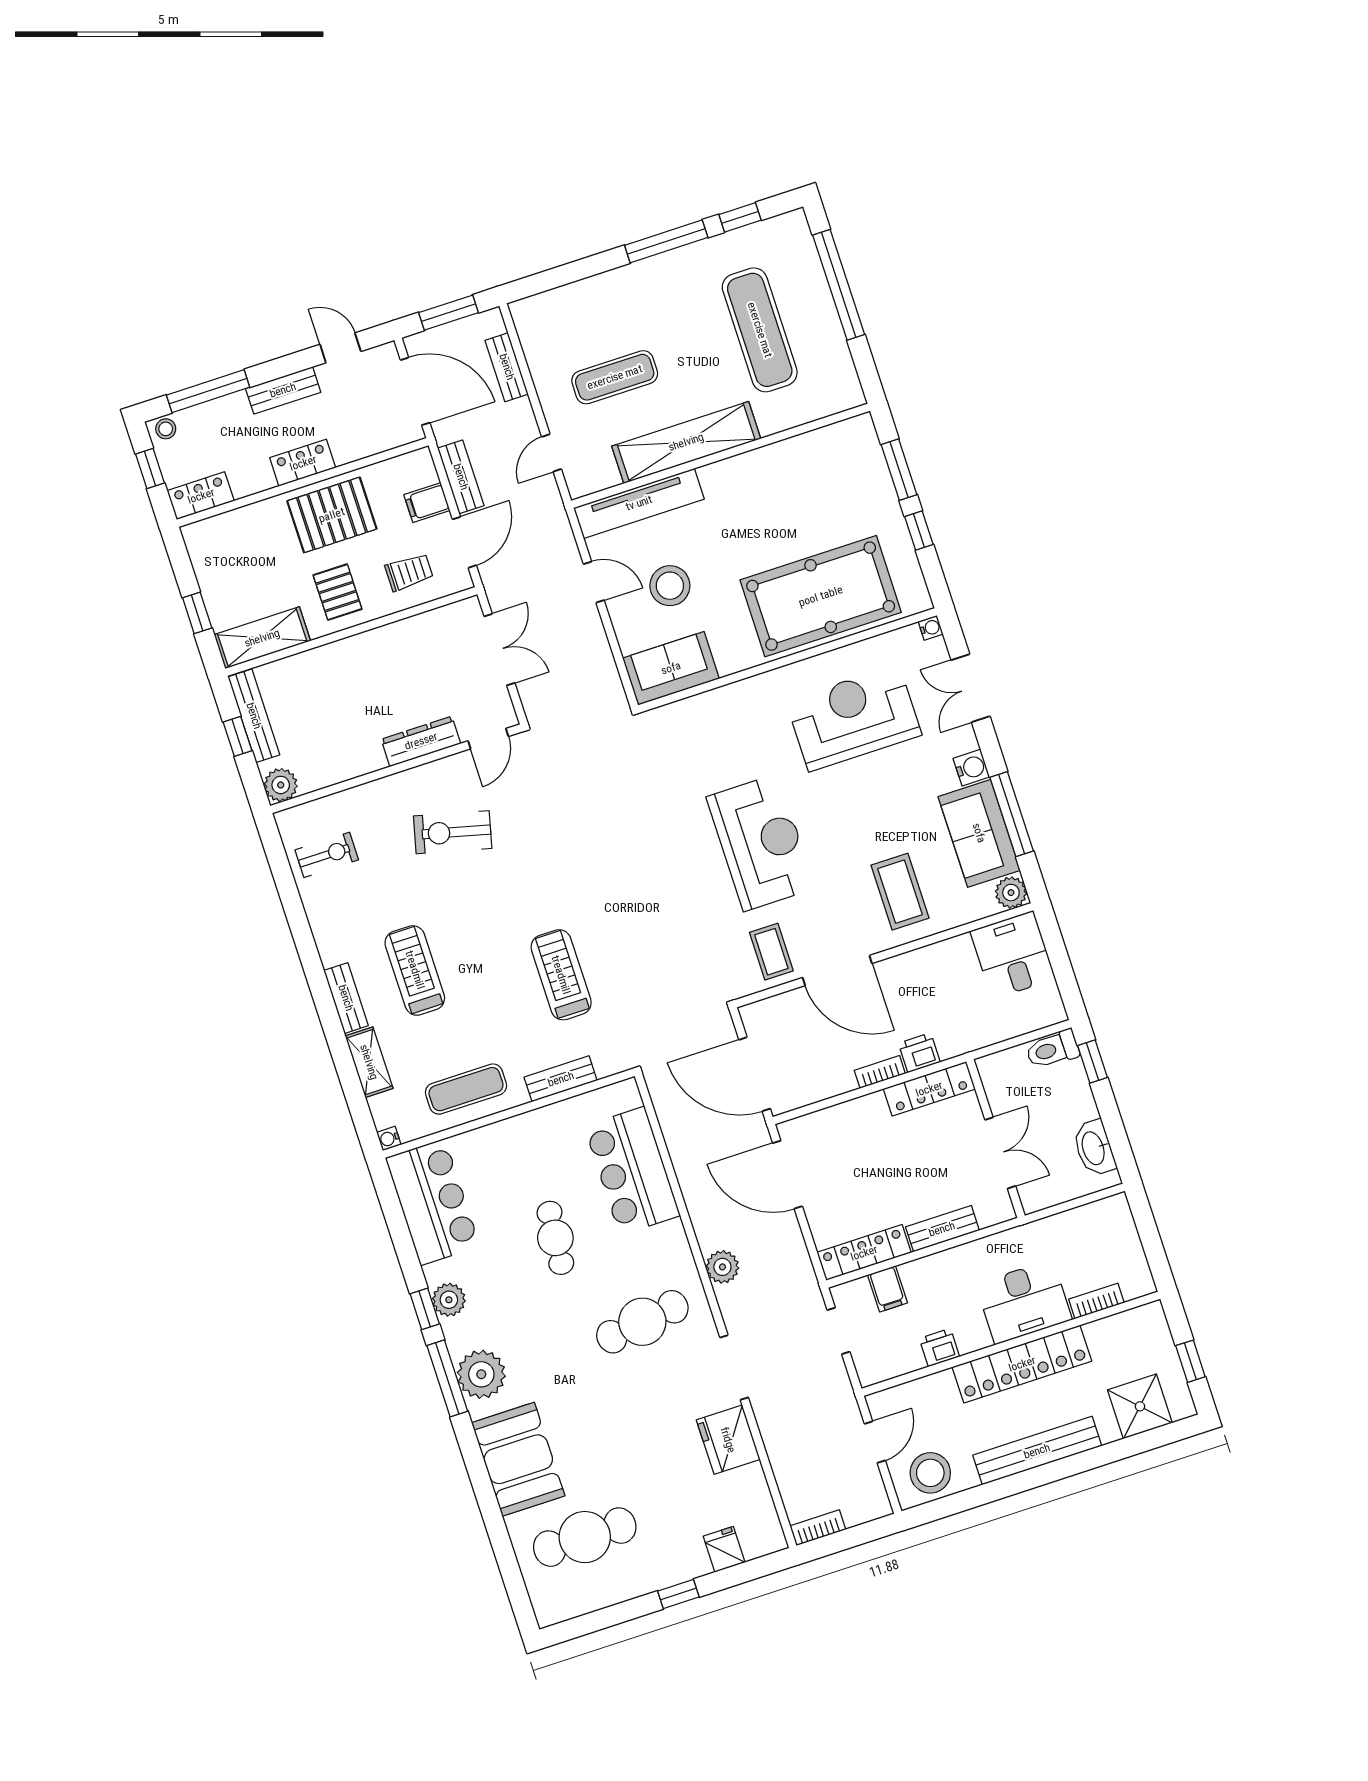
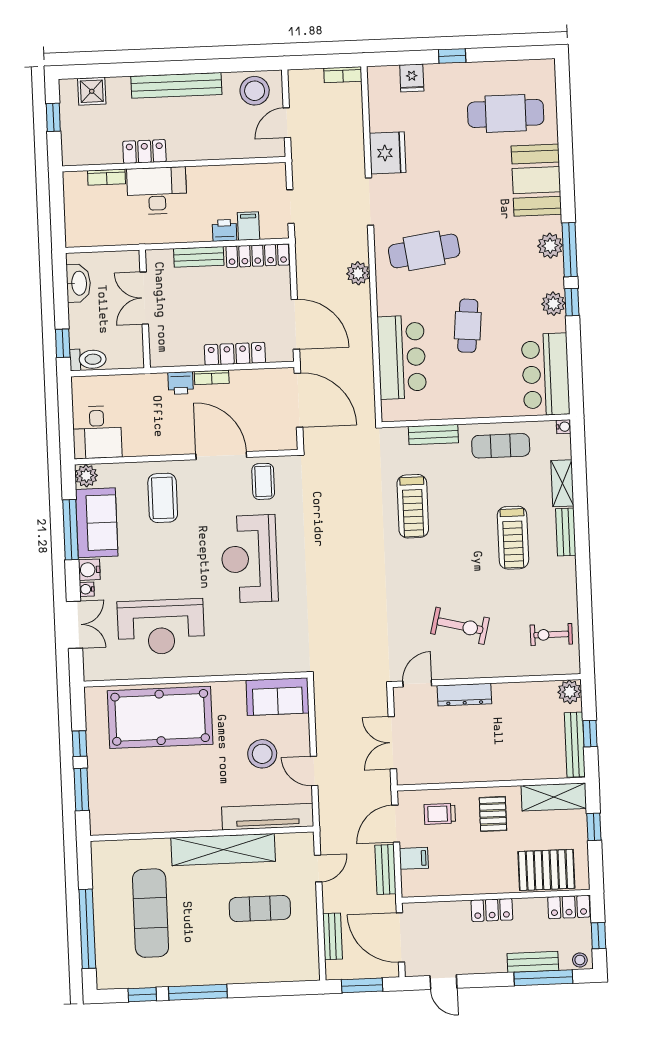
bench: (283, 390) -> (533, 962), moved
pallet: (332, 515) -> (546, 870), moved
water cooler: (931, 628) -> (87, 589), moved
locker: (929, 1089) -> (235, 354), moved
printer: (939, 1347) -> (224, 230), moved, turned 180
locker: (1022, 1364) -> (144, 152), width x0.46, depth x0.83
plant: (481, 1374) -> (550, 246), width x0.73, depth x0.73
shower: (1140, 1406) -> (92, 91), width x0.73, depth x0.73

